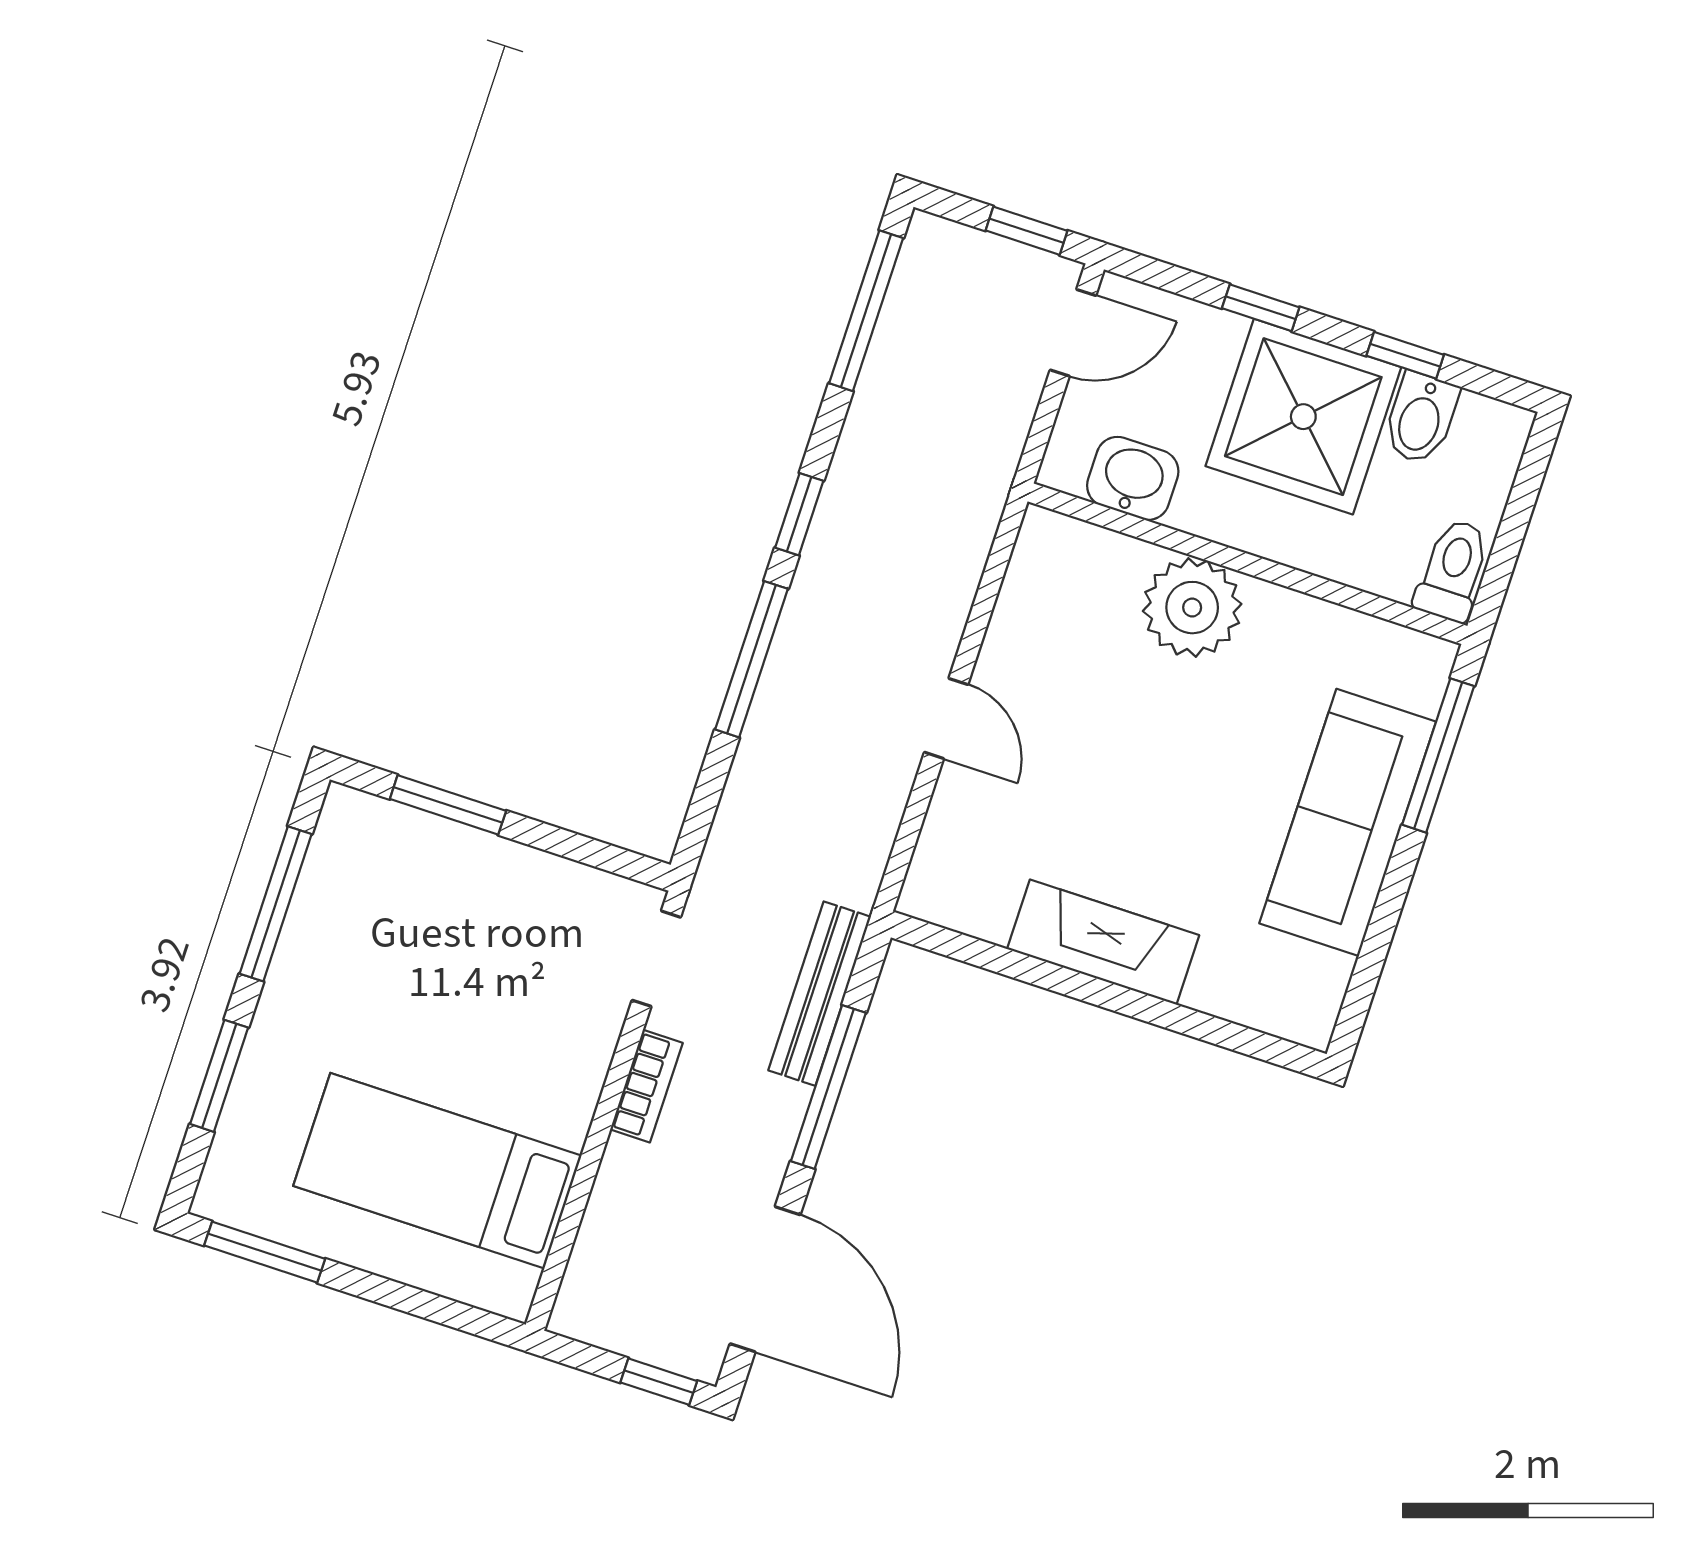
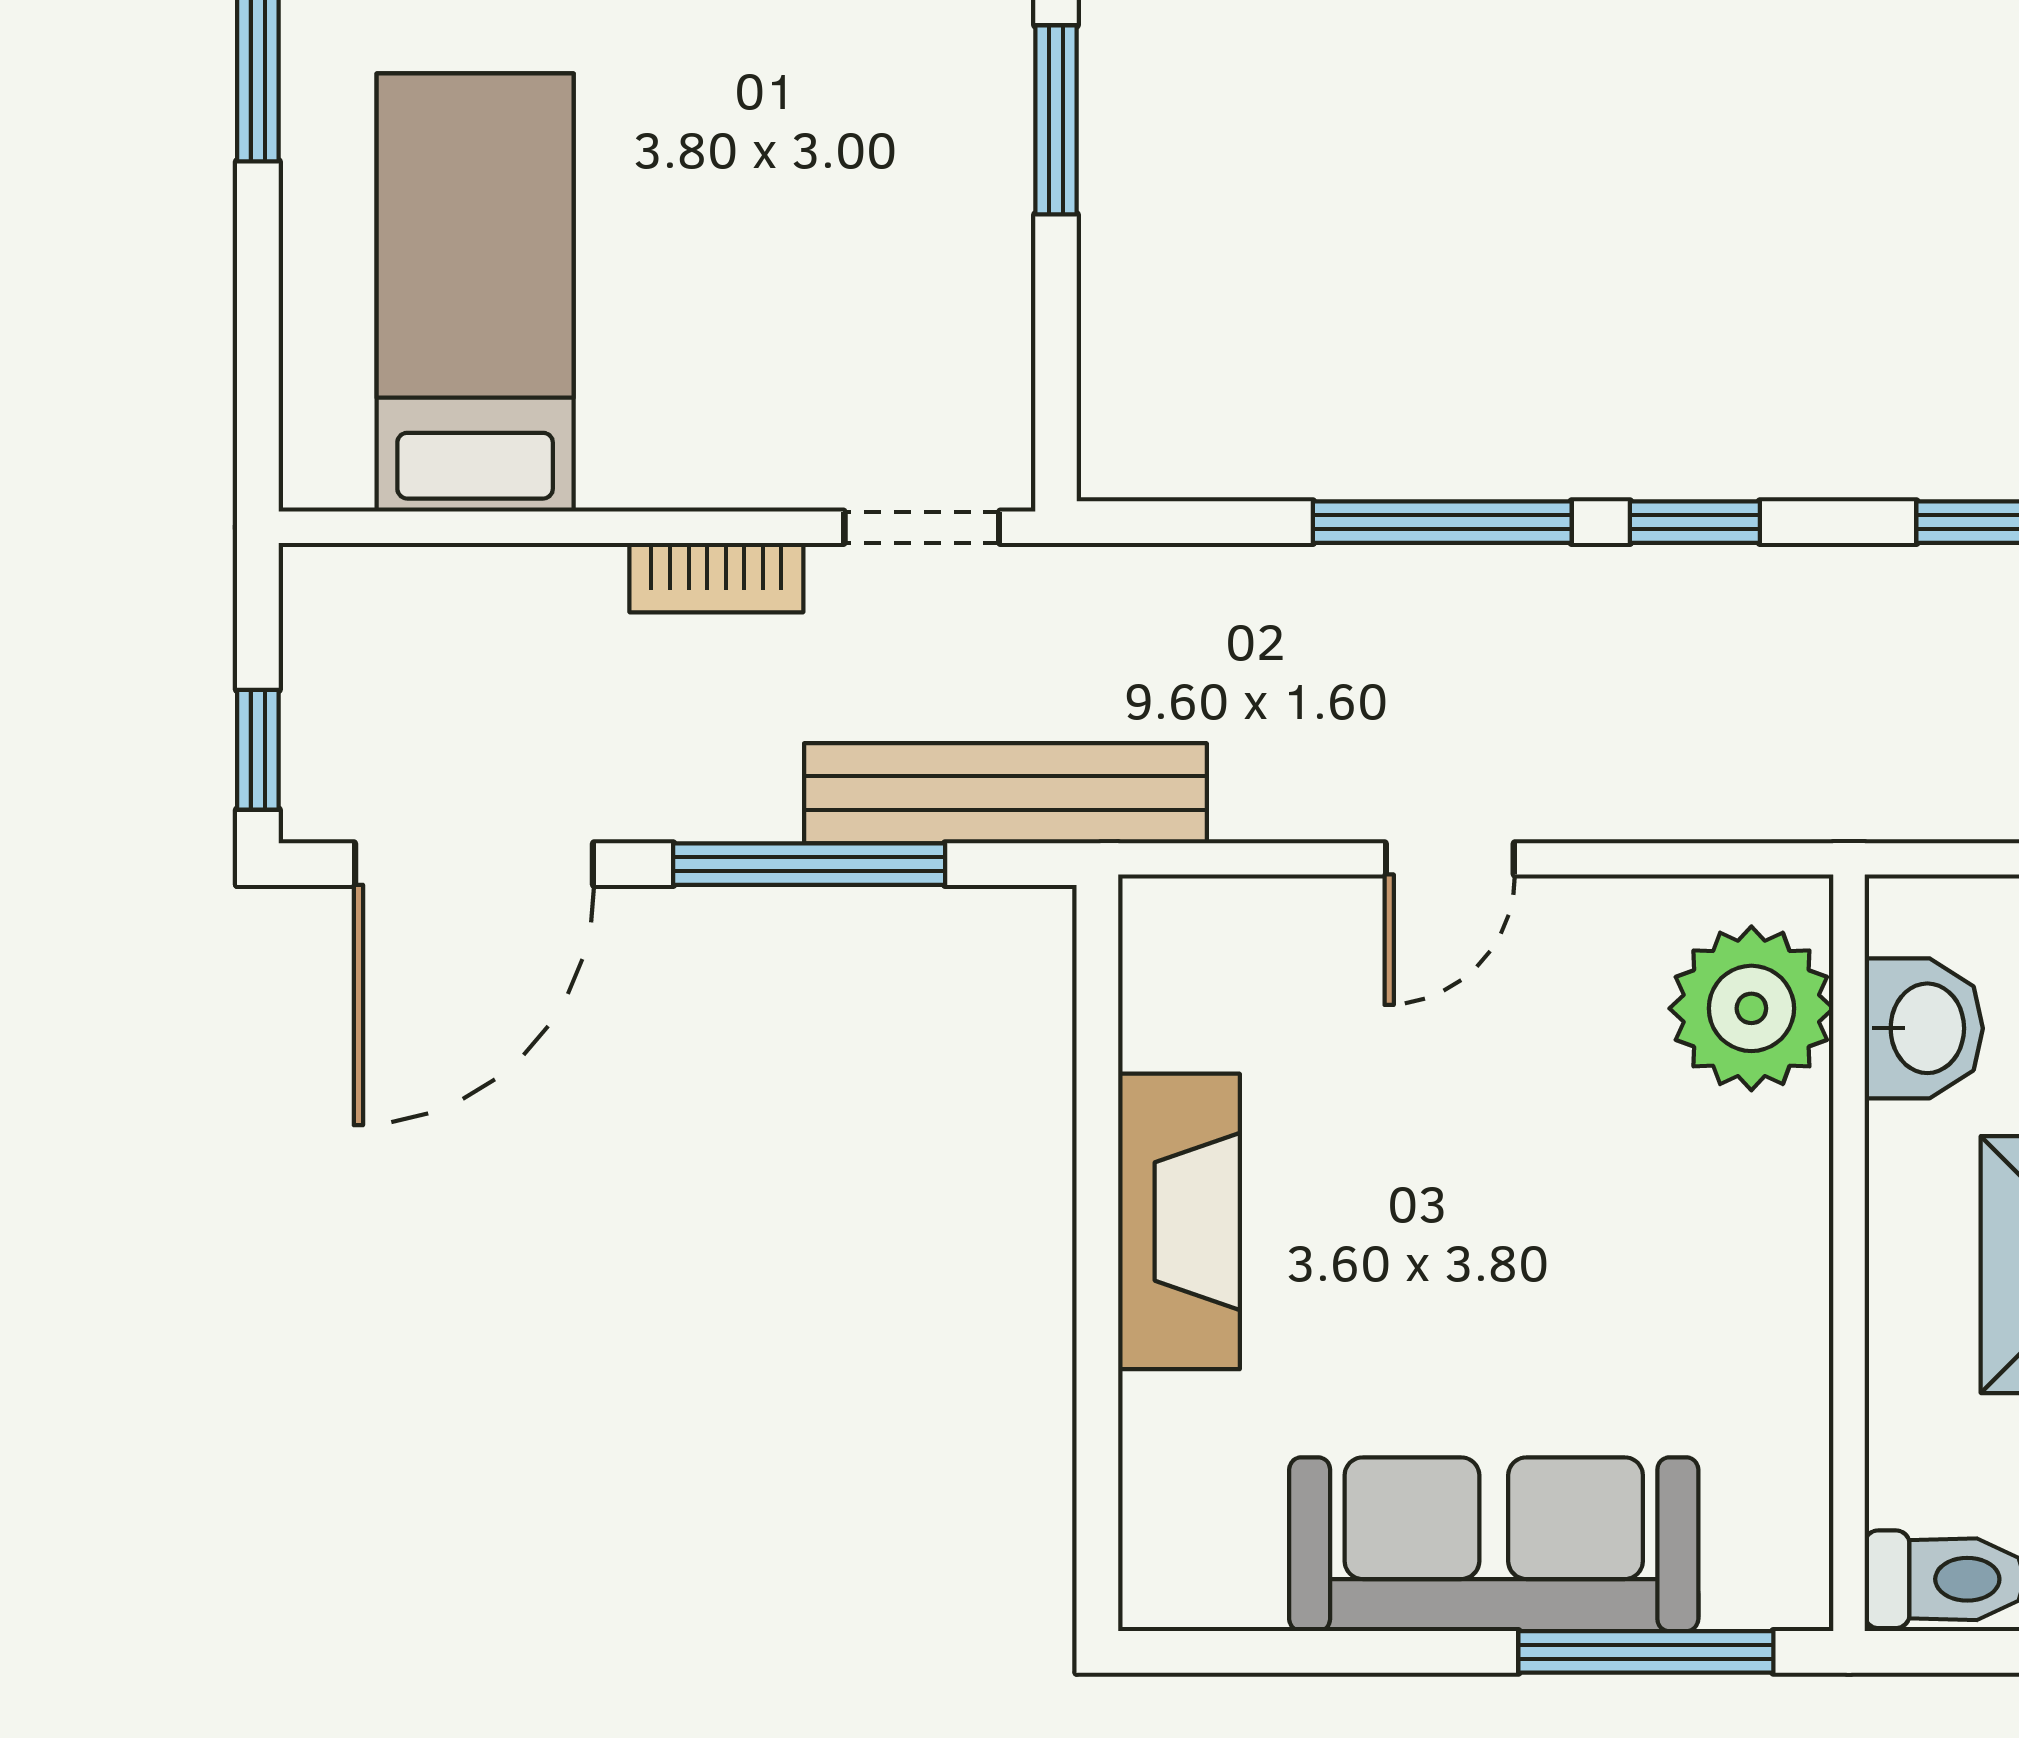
plant: (1192, 608) -> (1751, 1008), moved
bench: (820, 994) -> (1005, 793), width x1.37, depth x1.21

